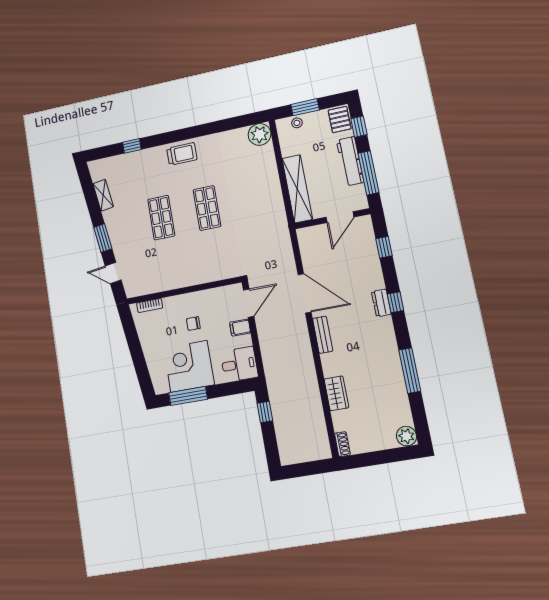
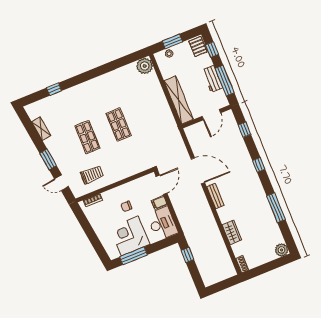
trolley: (182, 154) -> (92, 175), moved
workbench: (350, 161) -> (212, 79), width x0.73
dresser: (381, 303) -> (250, 167), removed
desk: (239, 364) -> (162, 224), width x1.37

